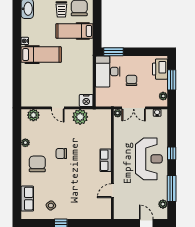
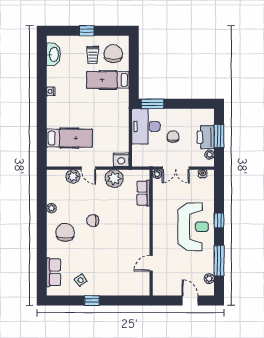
hospital bed: (41, 55) -> (69, 138), moved
printer: (160, 69) -> (206, 137), moved
plant: (33, 115) -> (73, 176), moved
row of seats: (106, 160) -> (143, 193), moved

